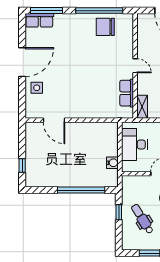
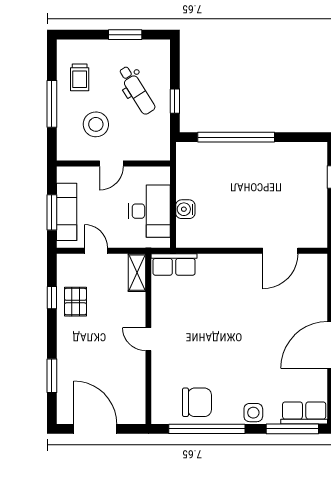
side table: (37, 88) -> (253, 413), moved
row of seats: (127, 93) -> (174, 264), moved, turned 90
door: (54, 120) -> (280, 251), swing flipped
water cooler: (112, 163) -> (185, 209), moved

